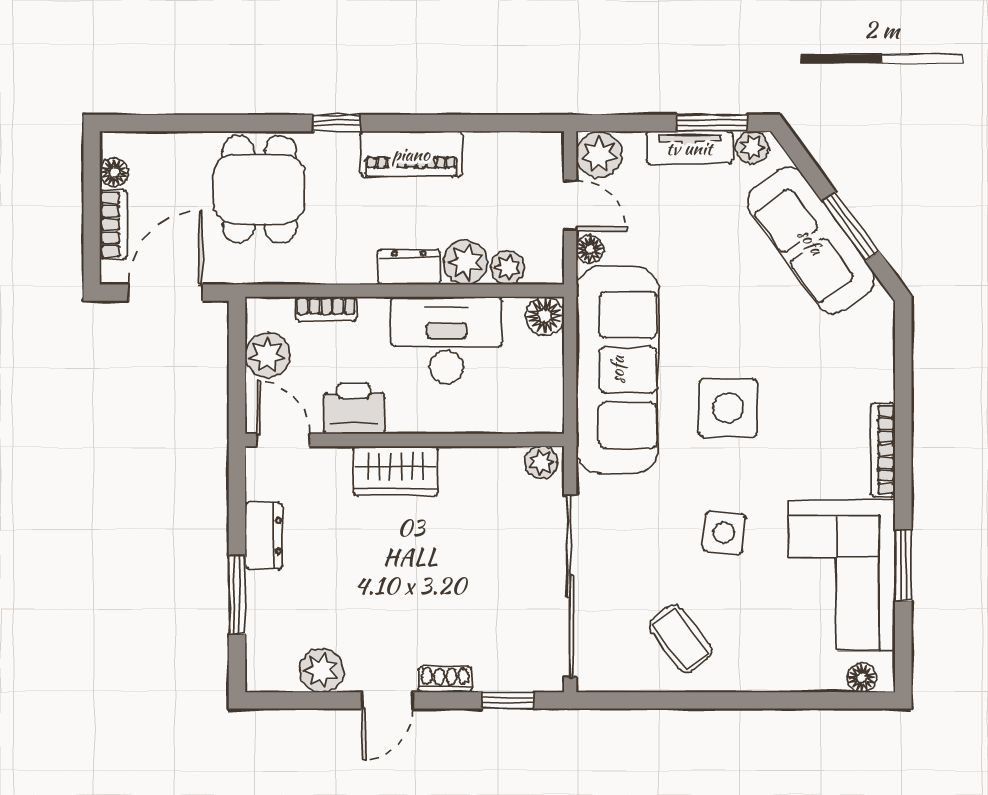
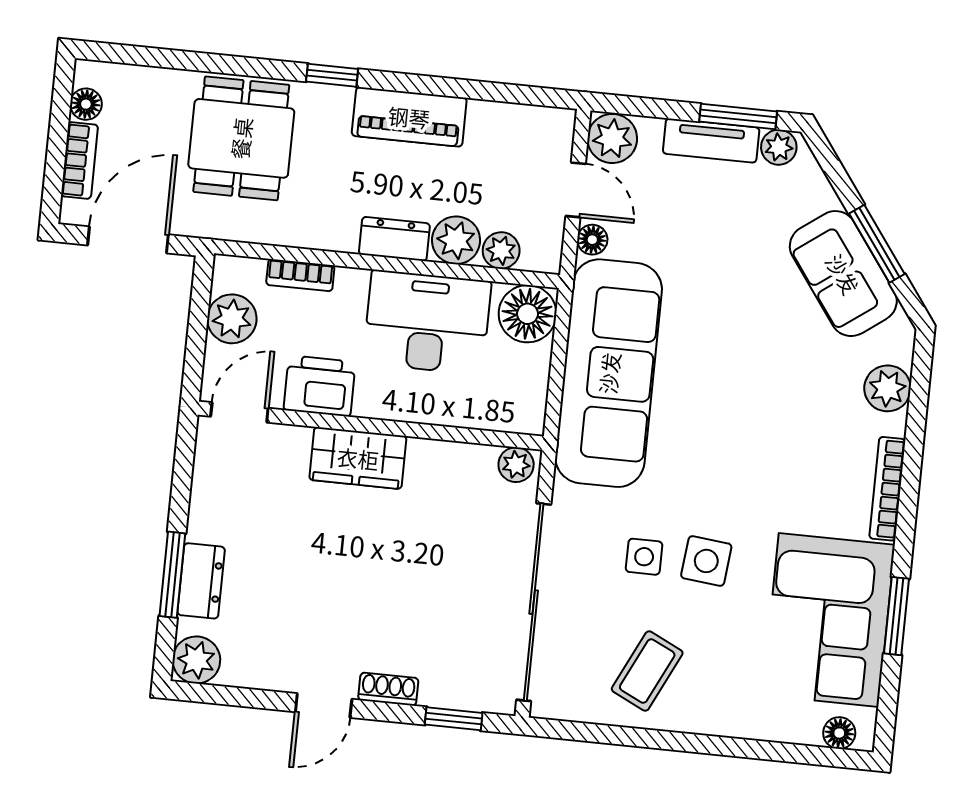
sofa: (811, 241) -> (843, 274), width x0.73
floor lamp: (545, 316) -> (528, 314), width x1.38, depth x1.38
plant: (874, 358) -> (887, 388), added
side table: (728, 408) -> (644, 557), moved, width x0.54, depth x0.54
door: (283, 440) -> (239, 412), hinge flipped
dresser: (264, 536) -> (201, 581), moved
coffee table: (680, 639) -> (647, 671), turned 63
plant: (322, 671) -> (196, 660), moved

